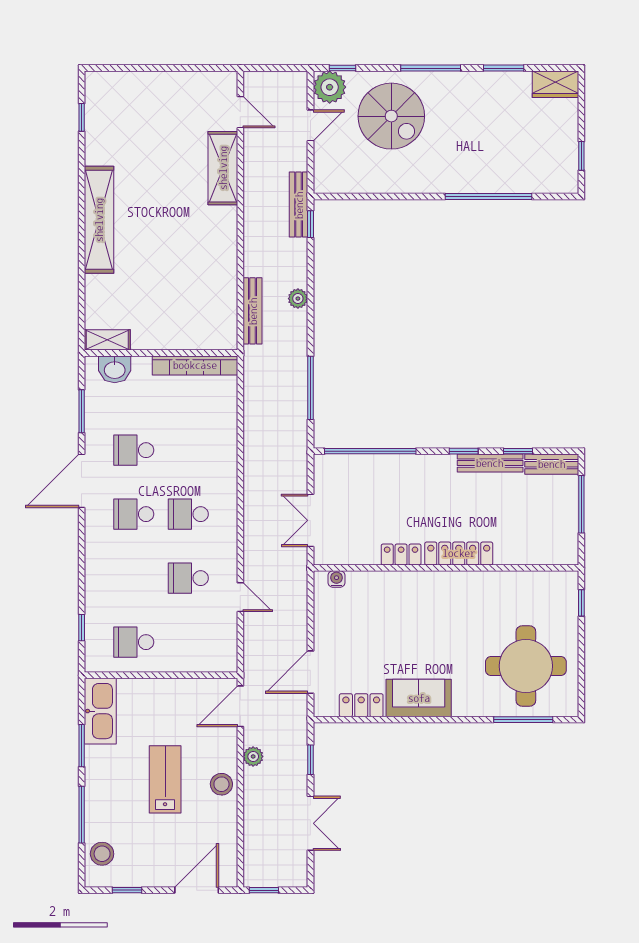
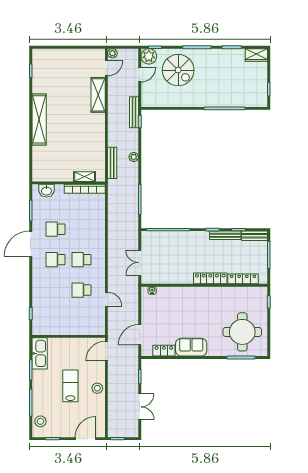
door: (240, 112) -> (106, 68), hinge flipped
shelving: (107, 340) -> (85, 177), moved
locker: (401, 555) -> (243, 279), moved, width x1.53
school desk: (134, 642) -> (56, 321), removed
plant: (253, 756) -> (112, 53), moved

